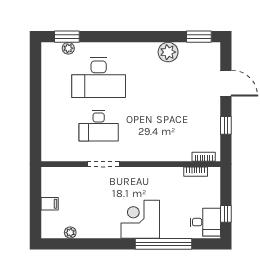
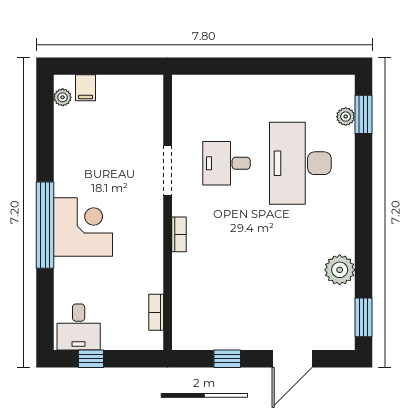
desk: (99, 126) -> (226, 163), width x0.73
bookcase: (204, 157) -> (179, 234), moved
filing cabinet: (50, 204) -> (86, 88), moved
plant: (70, 233) -> (63, 97), moved
window: (163, 244) -> (45, 225), moved

